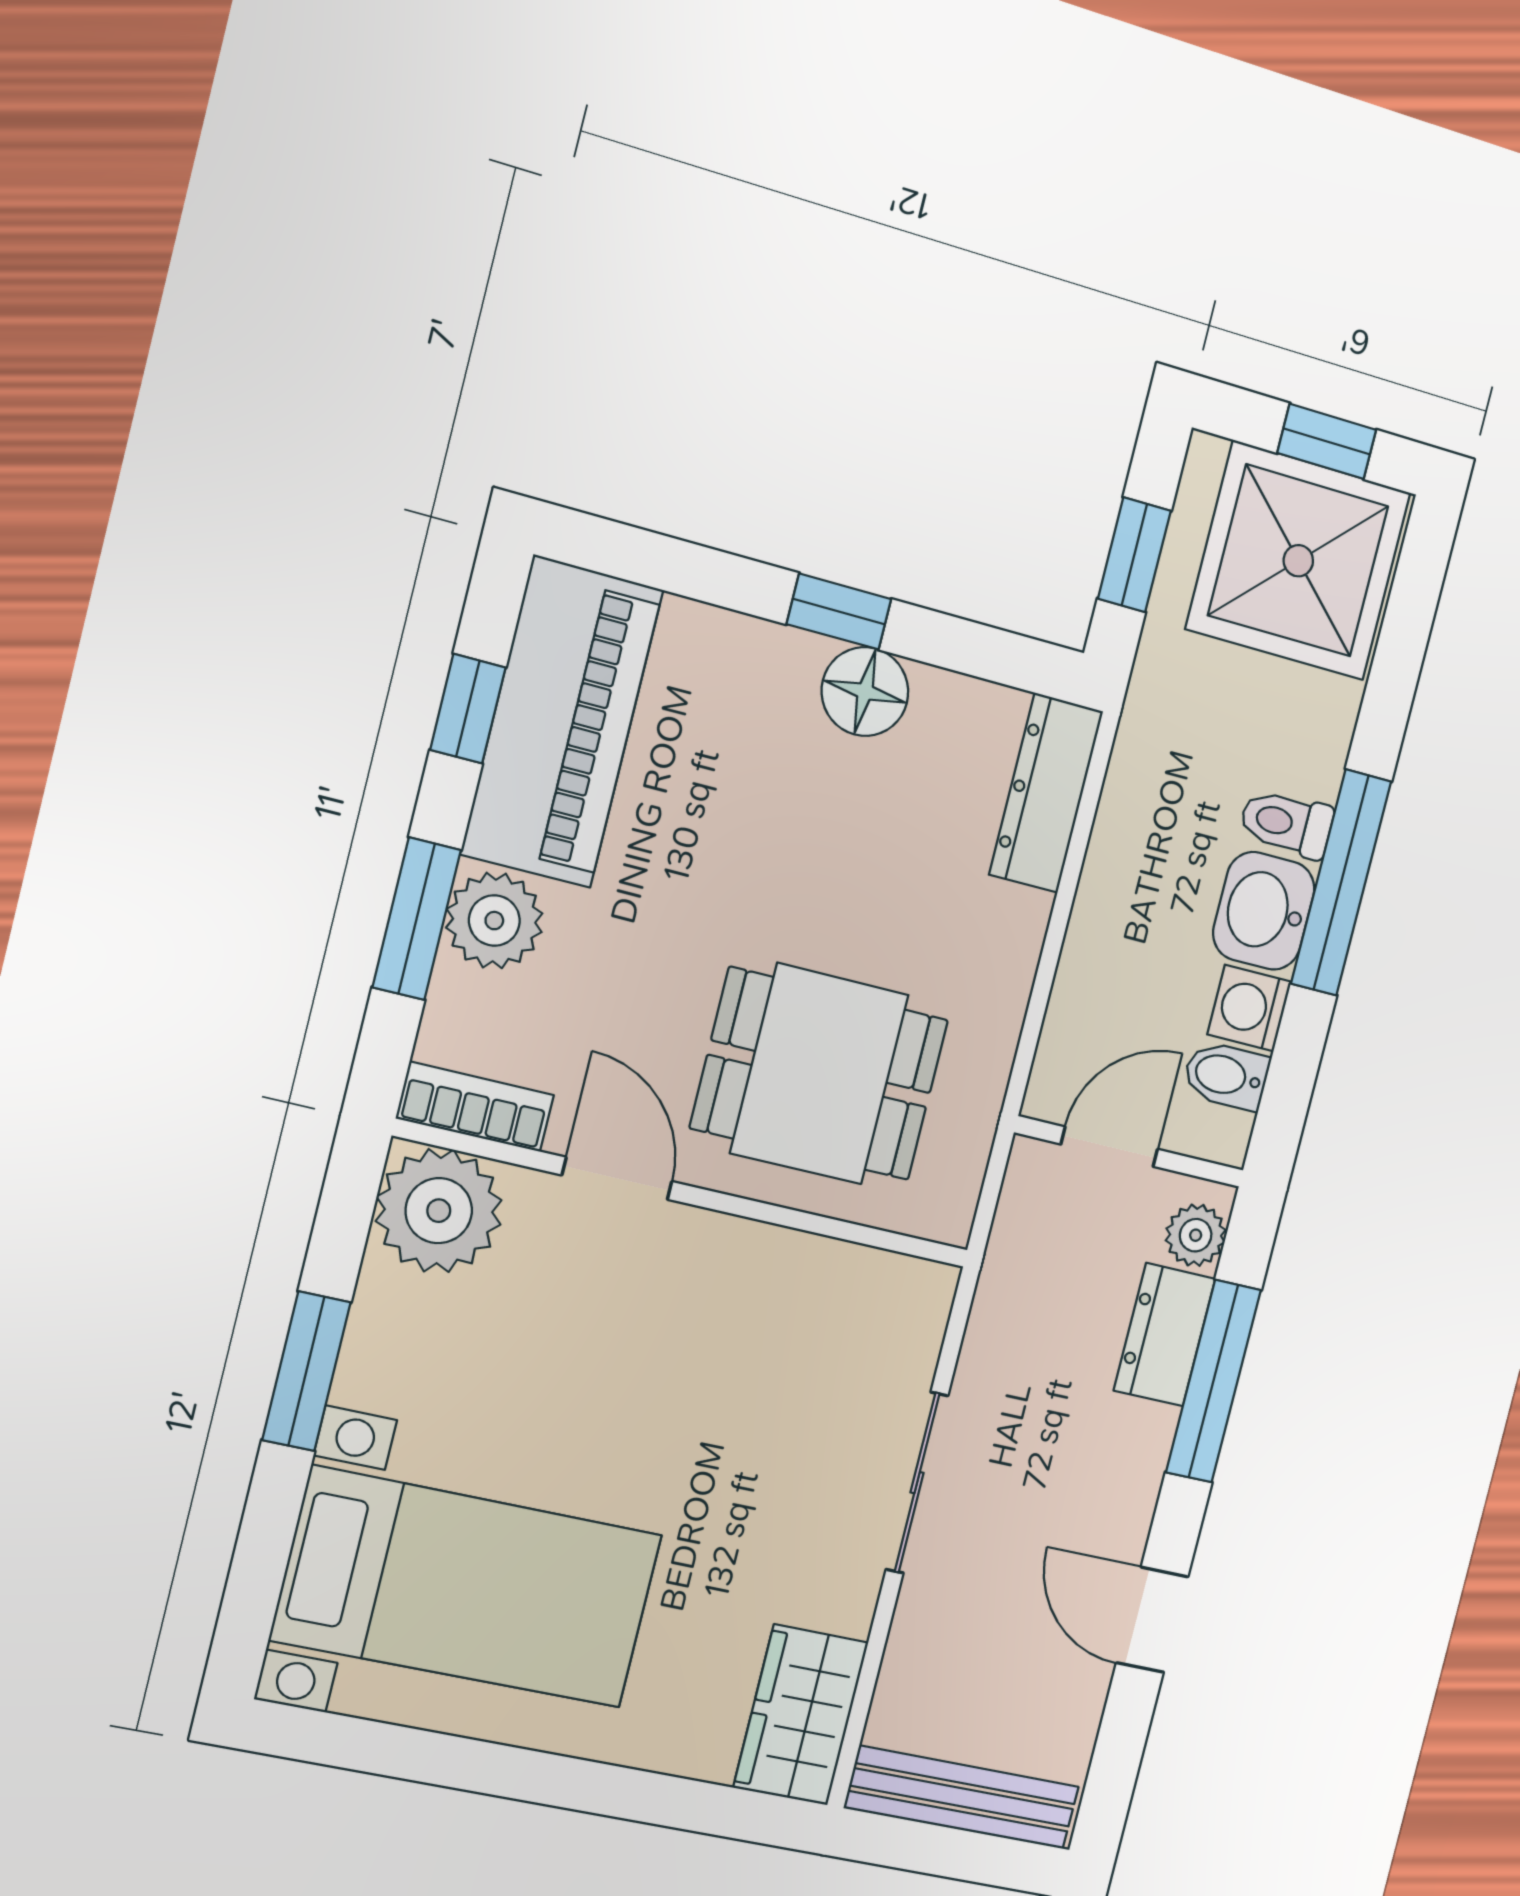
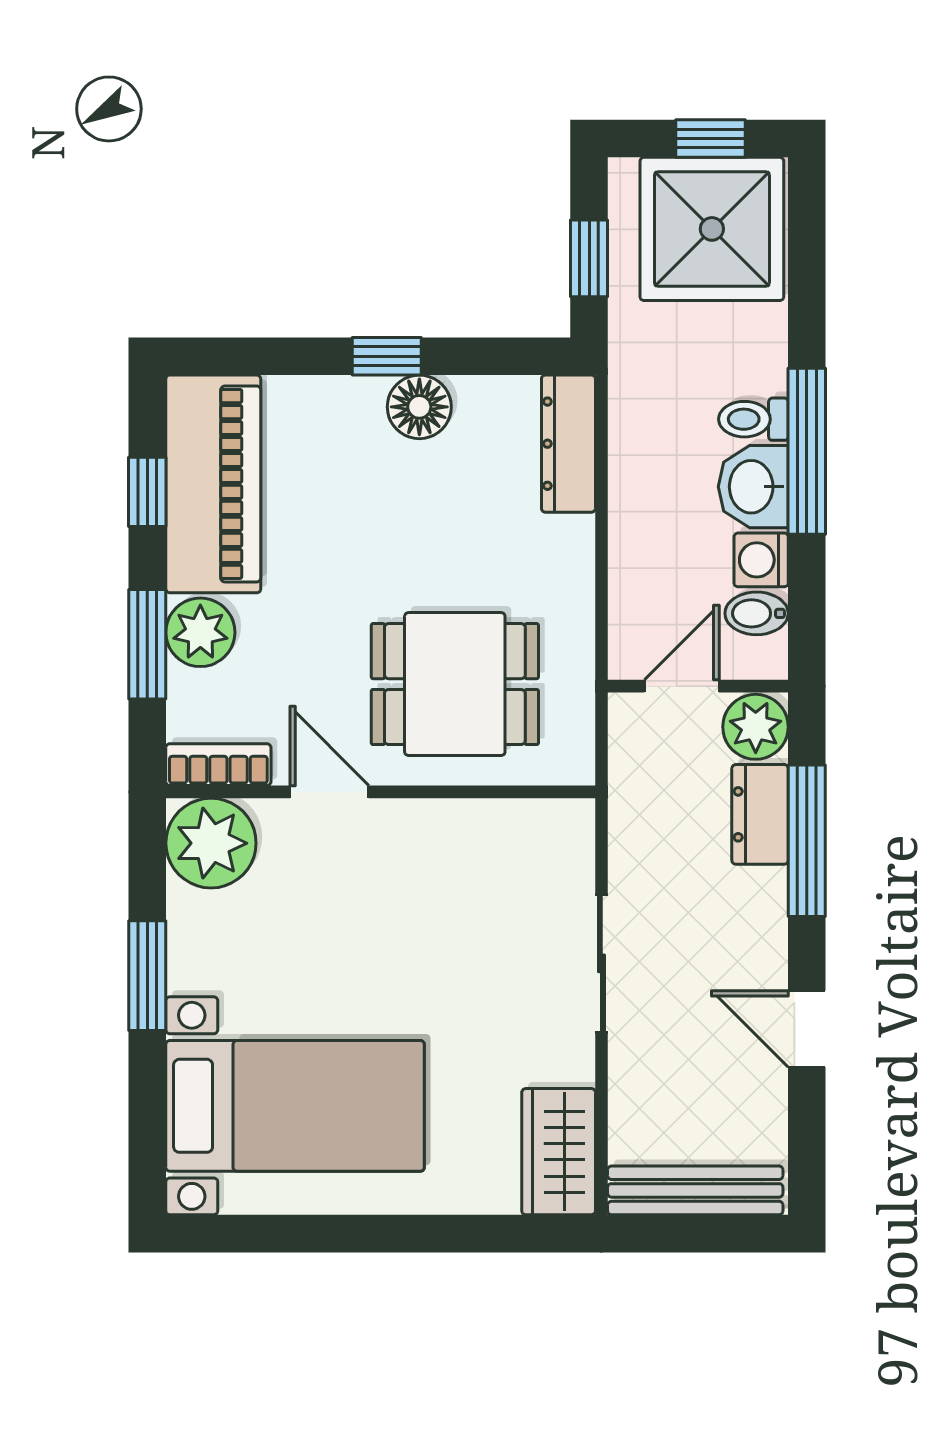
plant: (1196, 1235) -> (756, 727), width x1.38, depth x1.38

